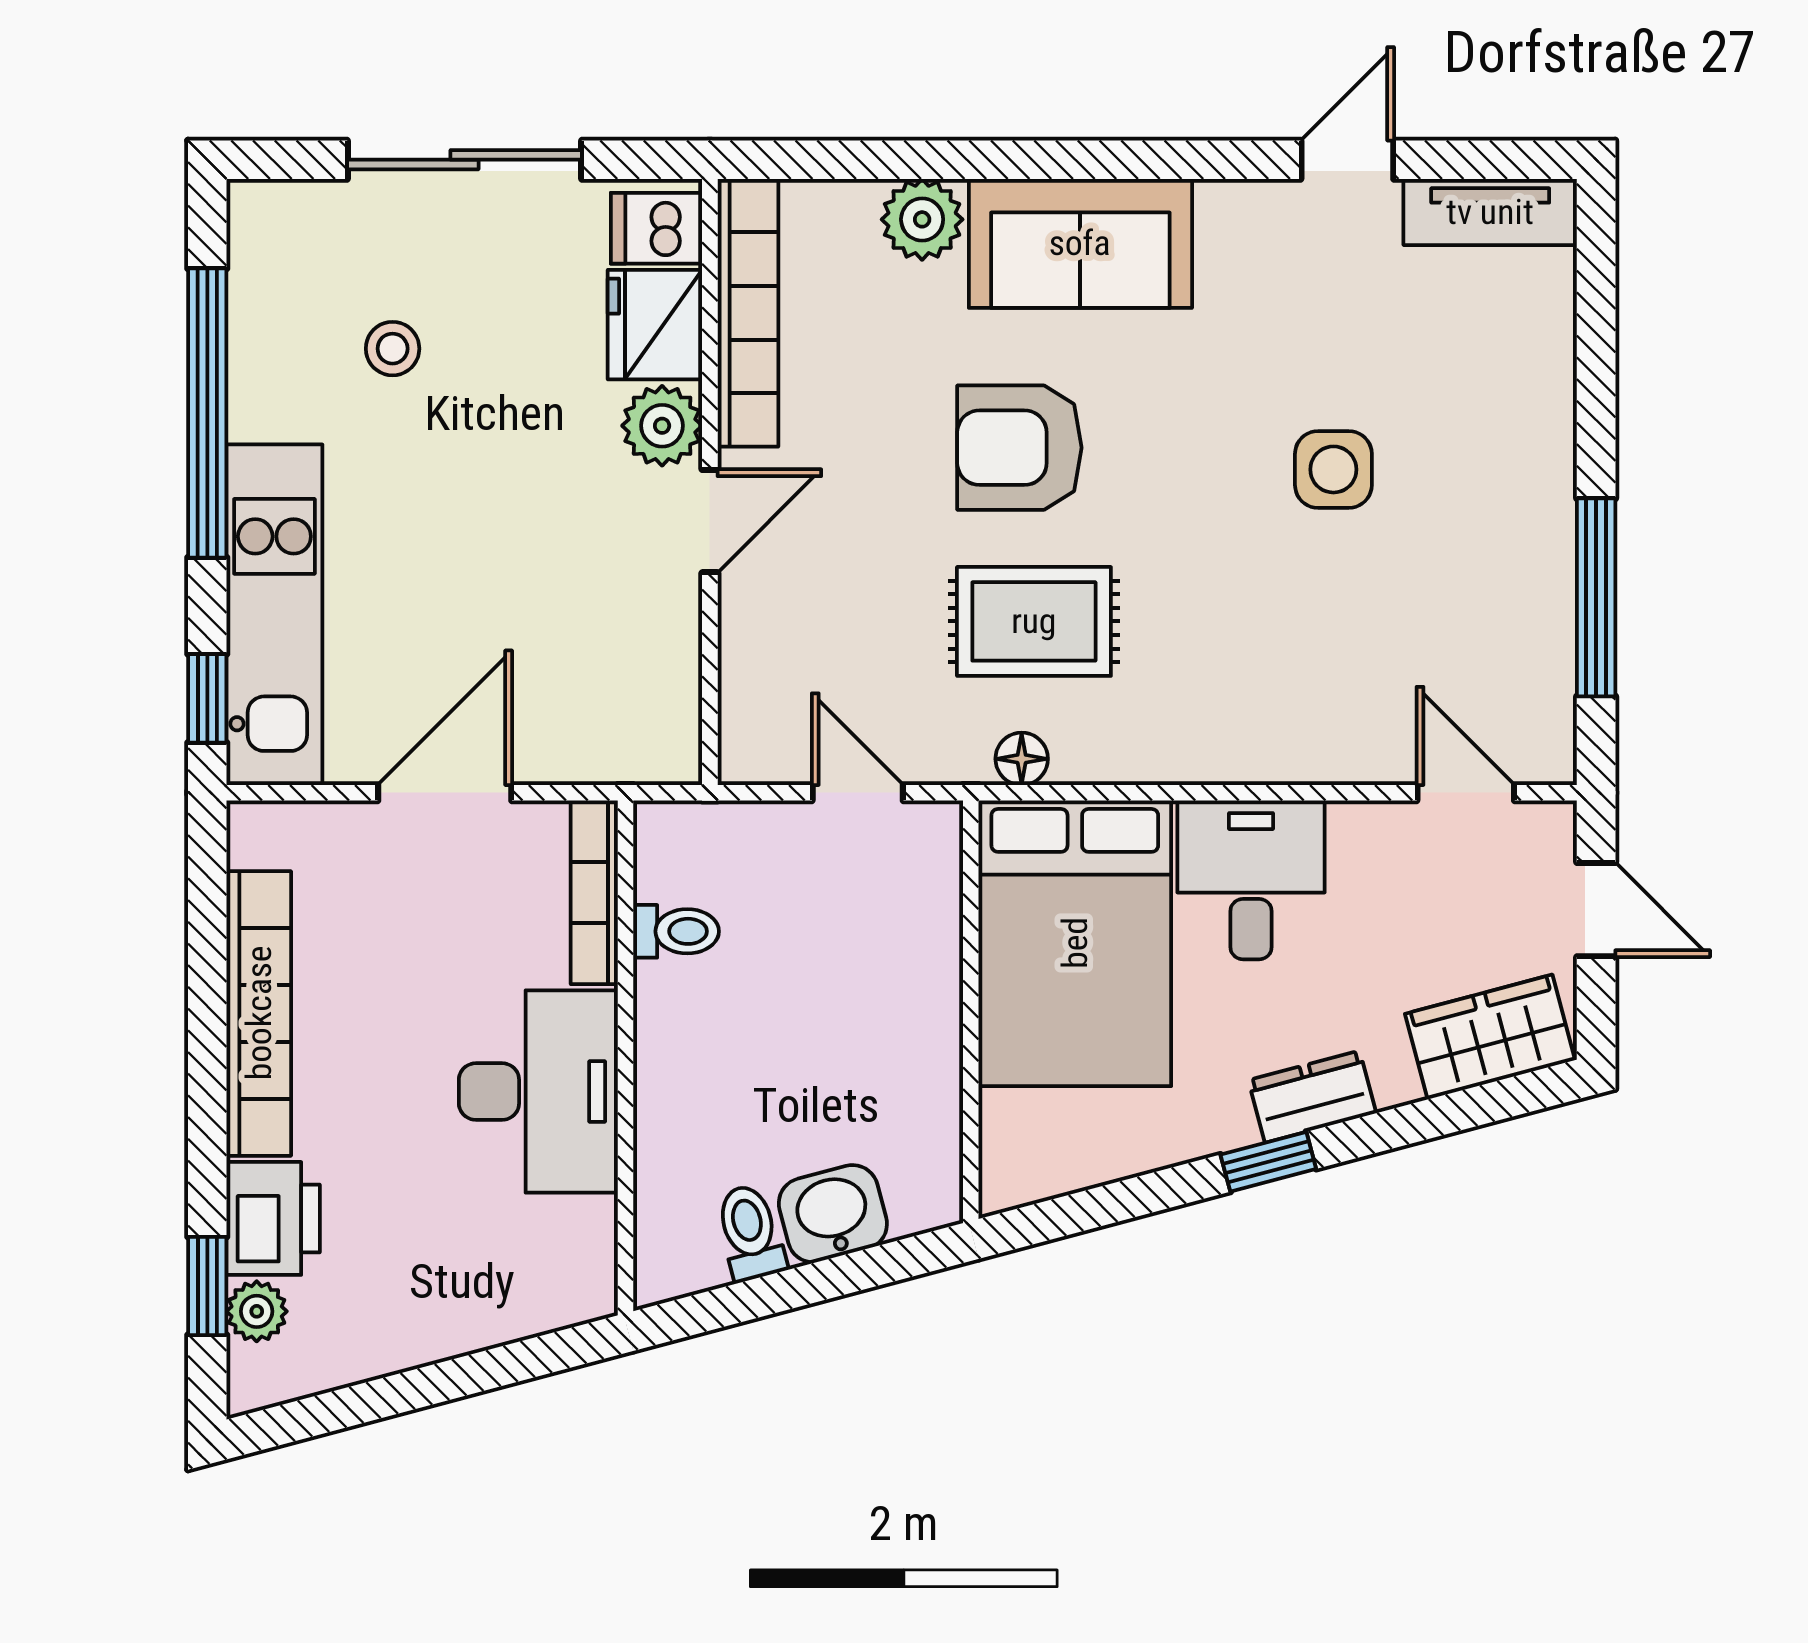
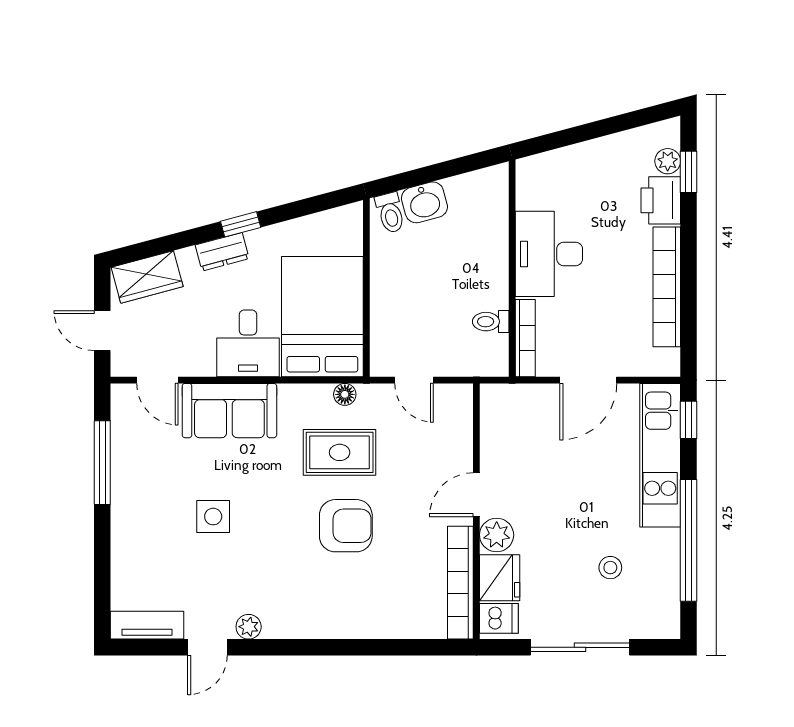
plant: (922, 219) -> (249, 627), moved, width x0.73, depth x0.73
sofa: (1080, 243) -> (229, 411), moved, turned 180
toilet: (750, 1233) -> (390, 213), moved

